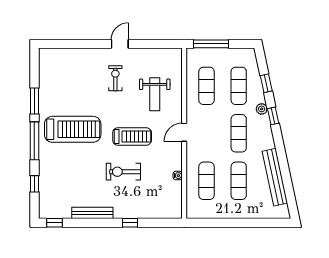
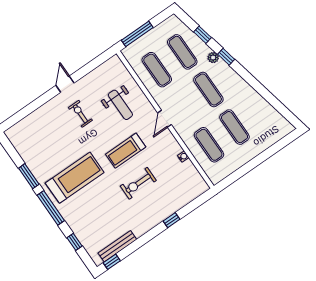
treadmill: (132, 136) -> (126, 151), turned 180
bench: (275, 177) -> (261, 104), removed
bench: (92, 213) -> (117, 246), moved

